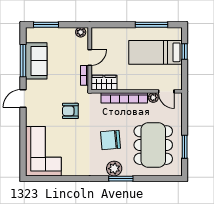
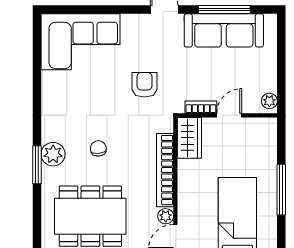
window: (46, 25) -> (281, 46), removed
window: (152, 25) -> (281, 190), moved
door: (90, 57) -> (229, 115), swing flipped
sofa: (36, 61) -> (224, 30), width x1.36
chair: (111, 140) -> (98, 148), width x0.54, depth x0.54

